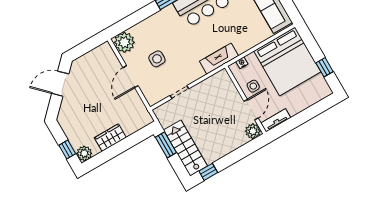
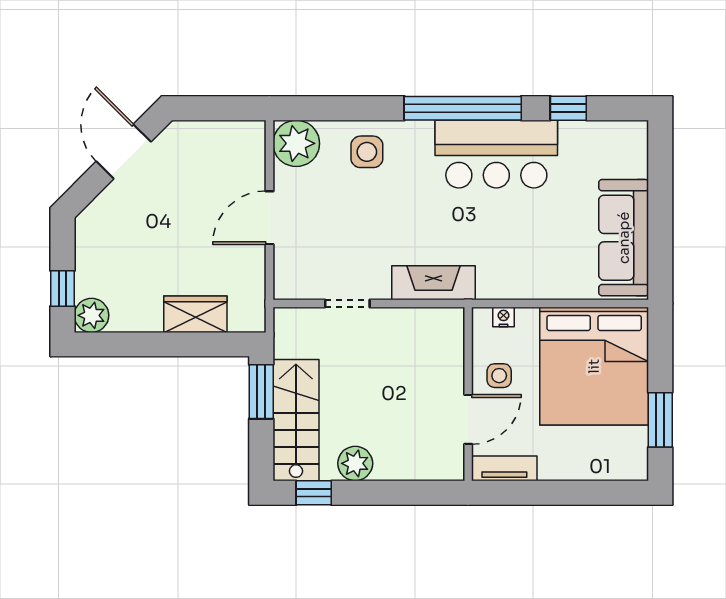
side table: (157, 59) -> (367, 152), moved
fireplace: (219, 59) -> (434, 283), moved
window: (325, 67) -> (660, 420), width x1.50
door: (60, 84) -> (124, 152), hinge flipped
plant: (253, 131) -> (355, 463), moved
wardrobe: (110, 138) -> (195, 314), moved

